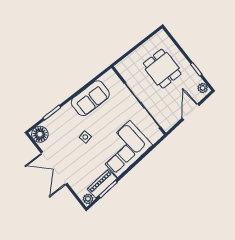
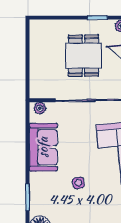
dining table: (162, 69) -> (83, 56), moved, turned 90
plant: (113, 77) -> (40, 108), added

